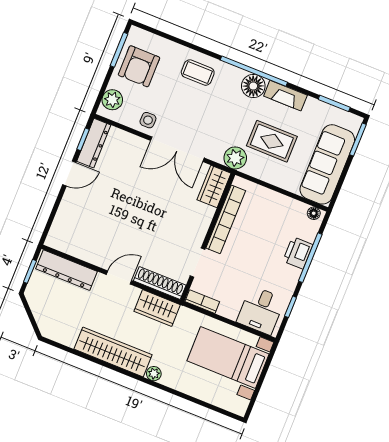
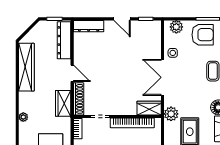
armchair: (139, 66) -> (203, 35), turned 180
dresser: (94, 143) -> (89, 26), moved
wardrobe: (113, 352) -> (26, 67), moved

